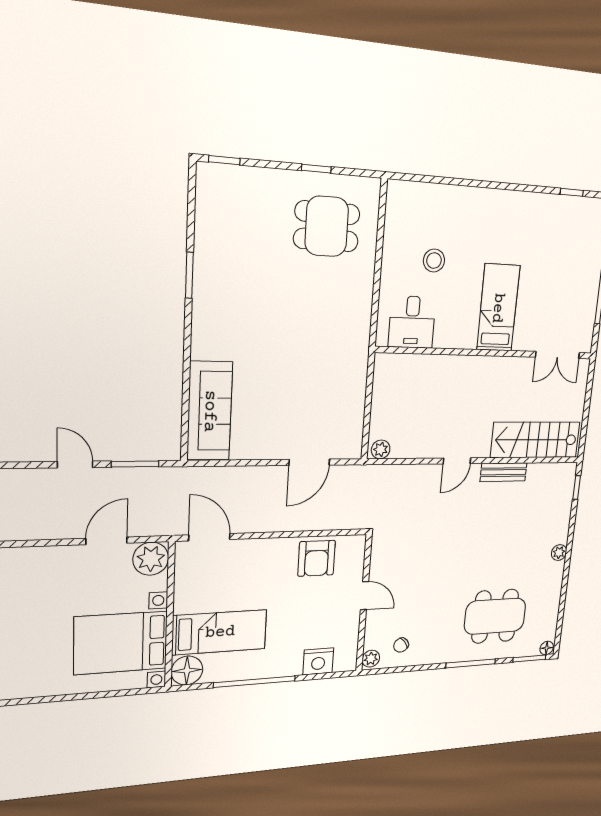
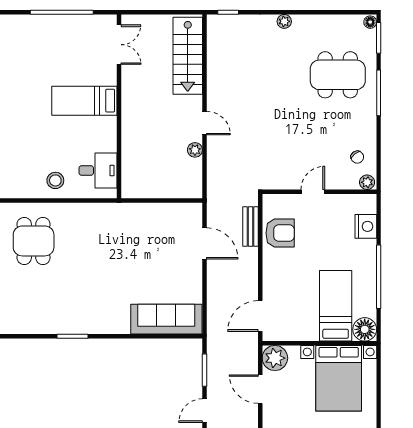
stool: (434, 261) -> (55, 180), moved
plant: (381, 449) -> (195, 150), moved
bench: (504, 472) -> (250, 227), moved
dining table: (495, 616) -> (338, 75), turned 90

